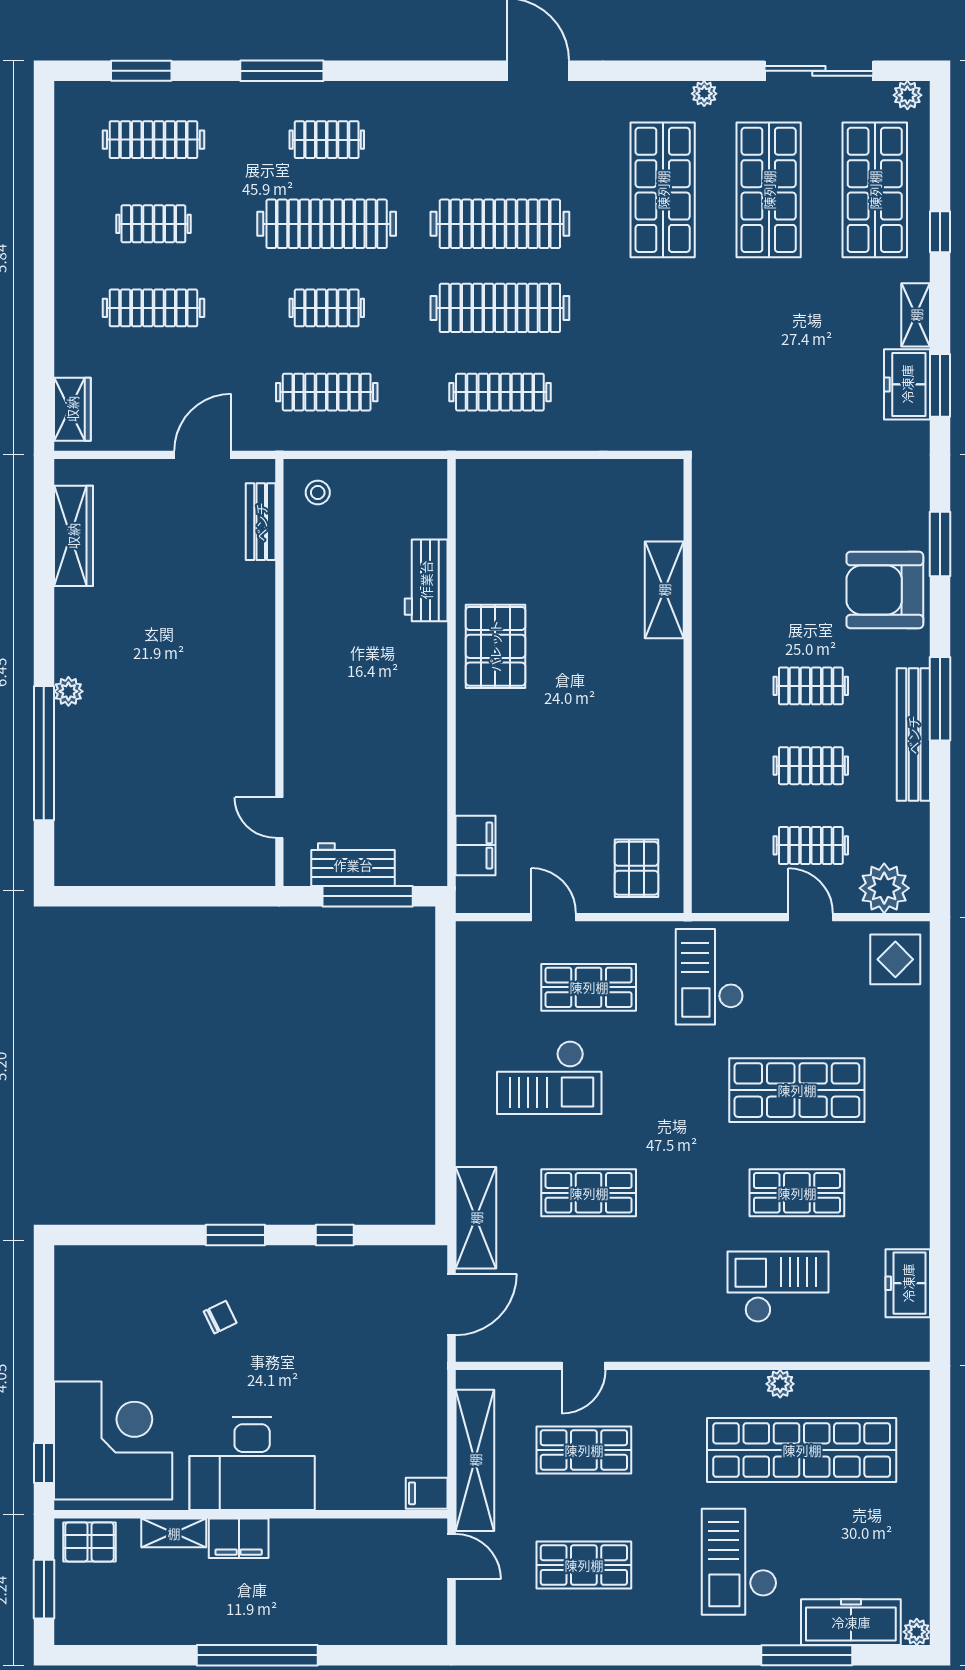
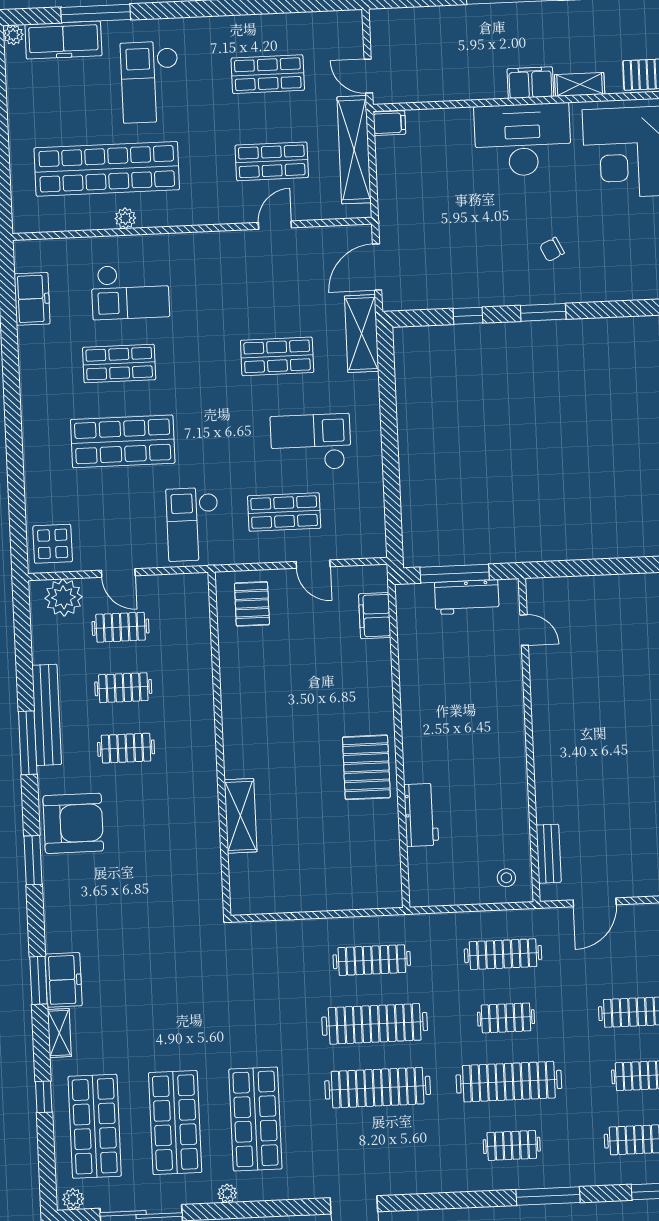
checkout: (709, 977) -> (193, 524), turned 180
checkout: (739, 1562) -> (150, 82), turned 180

